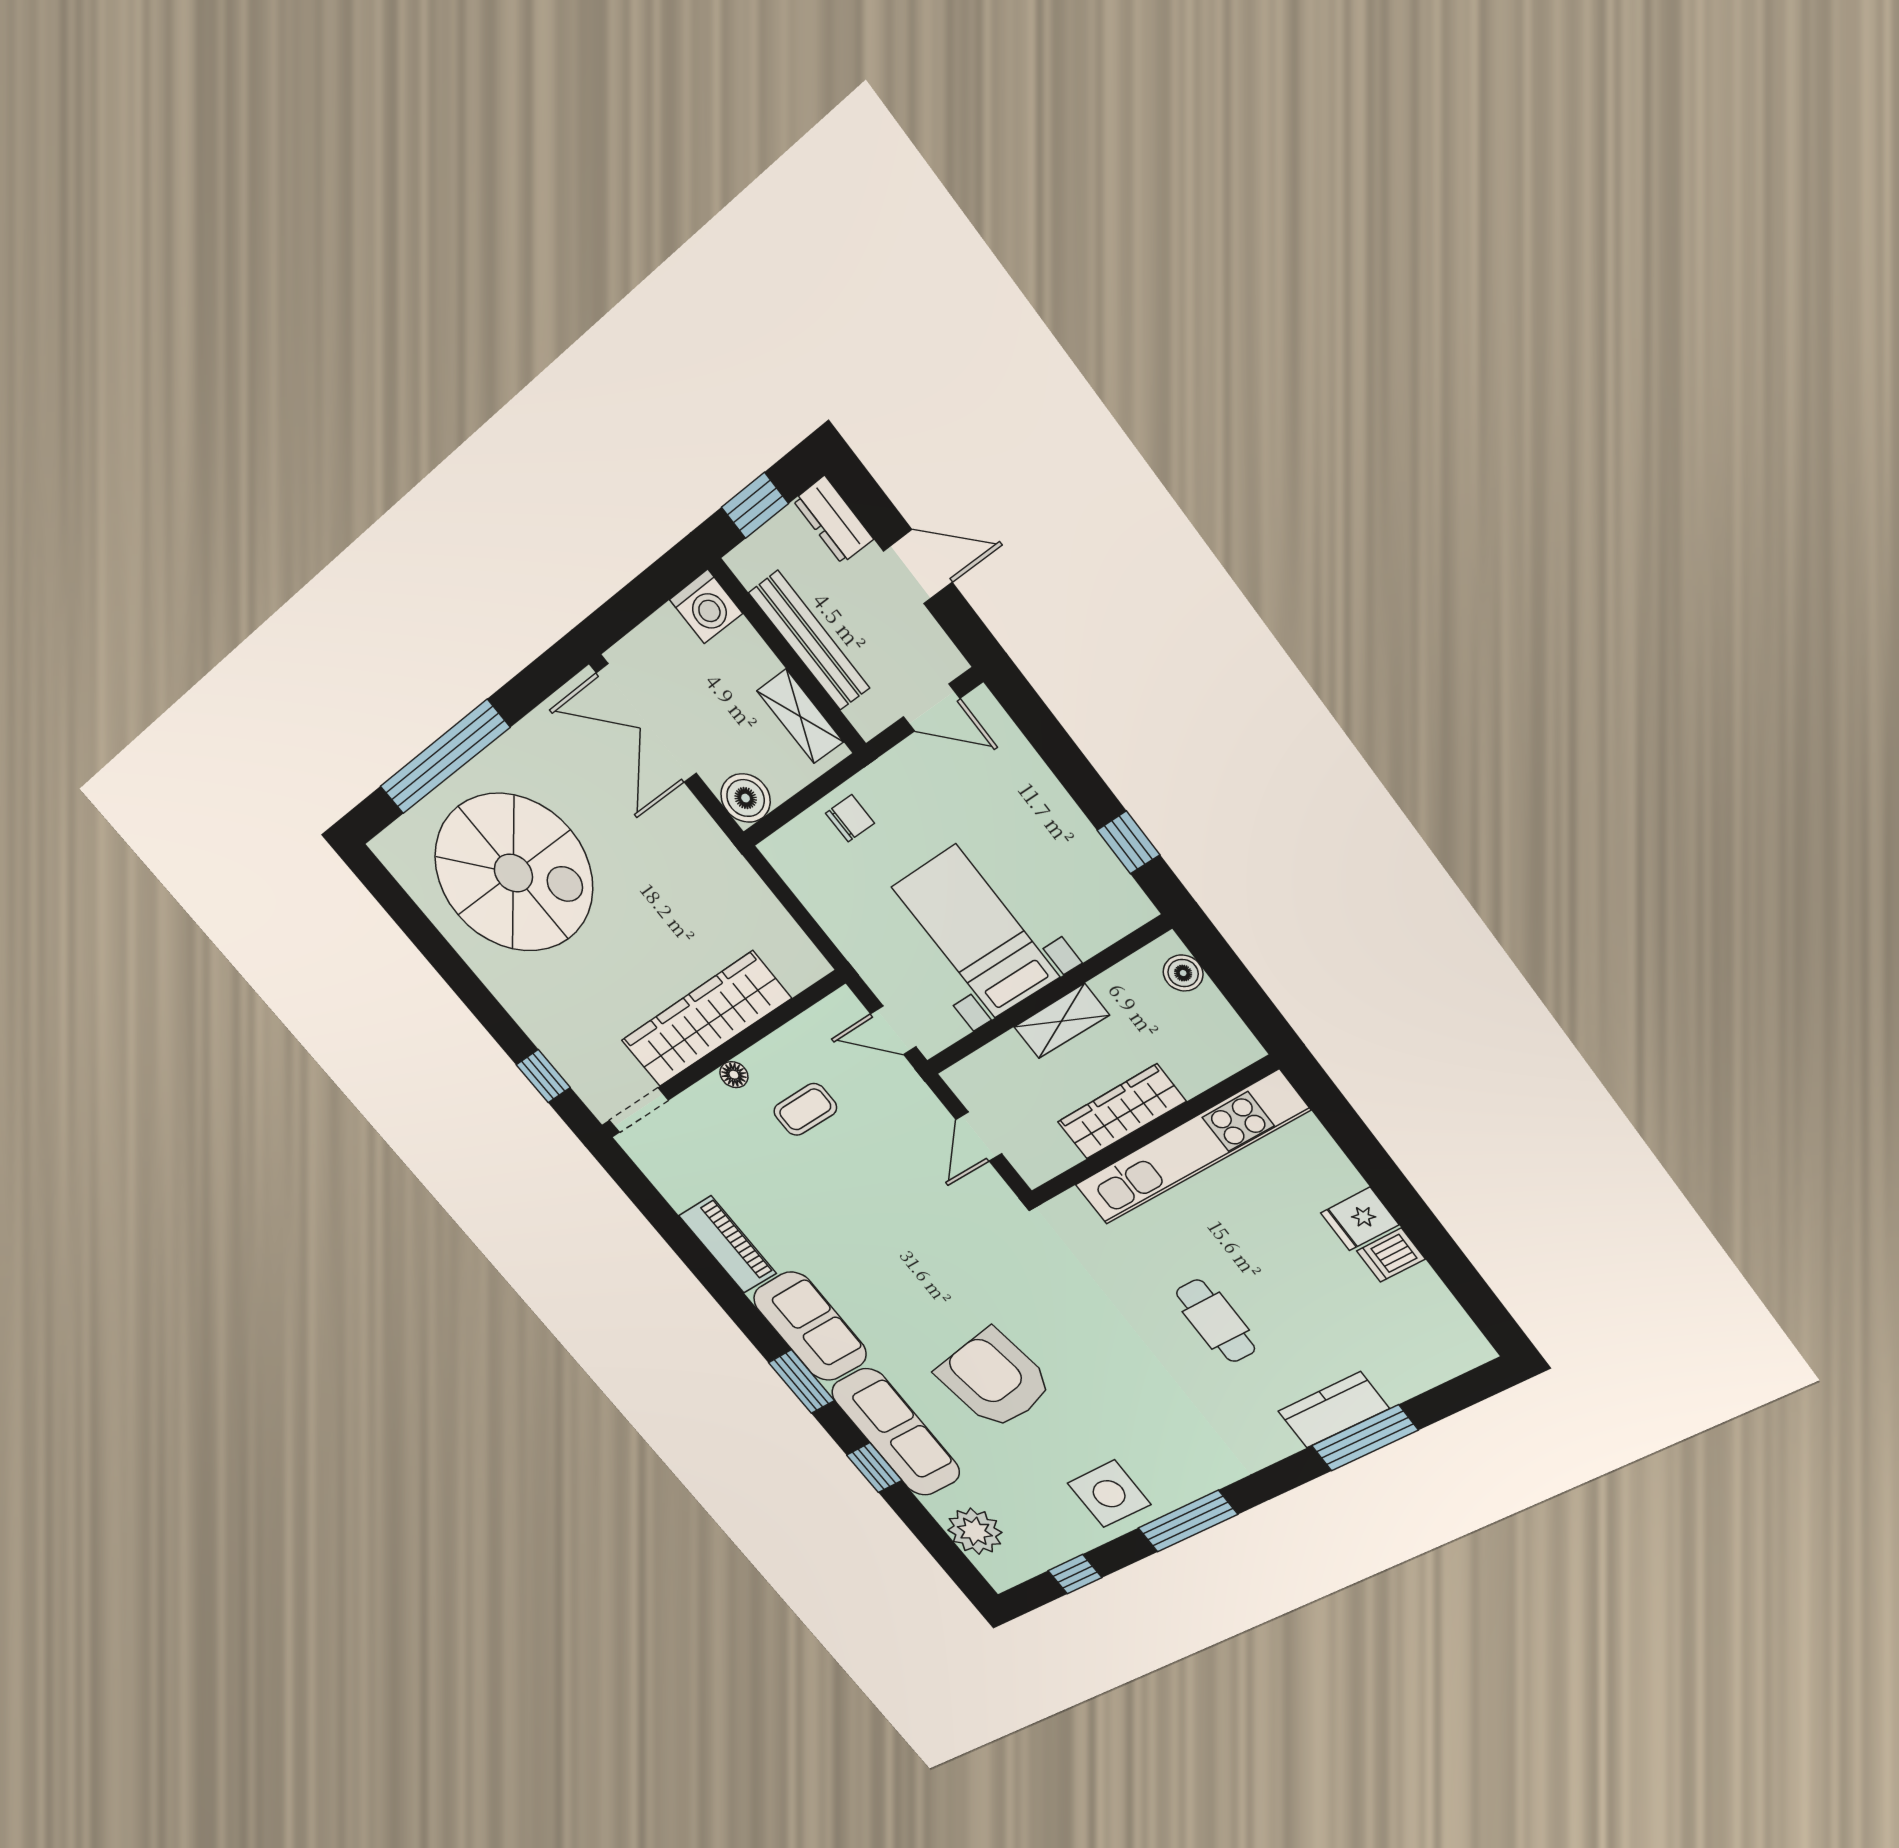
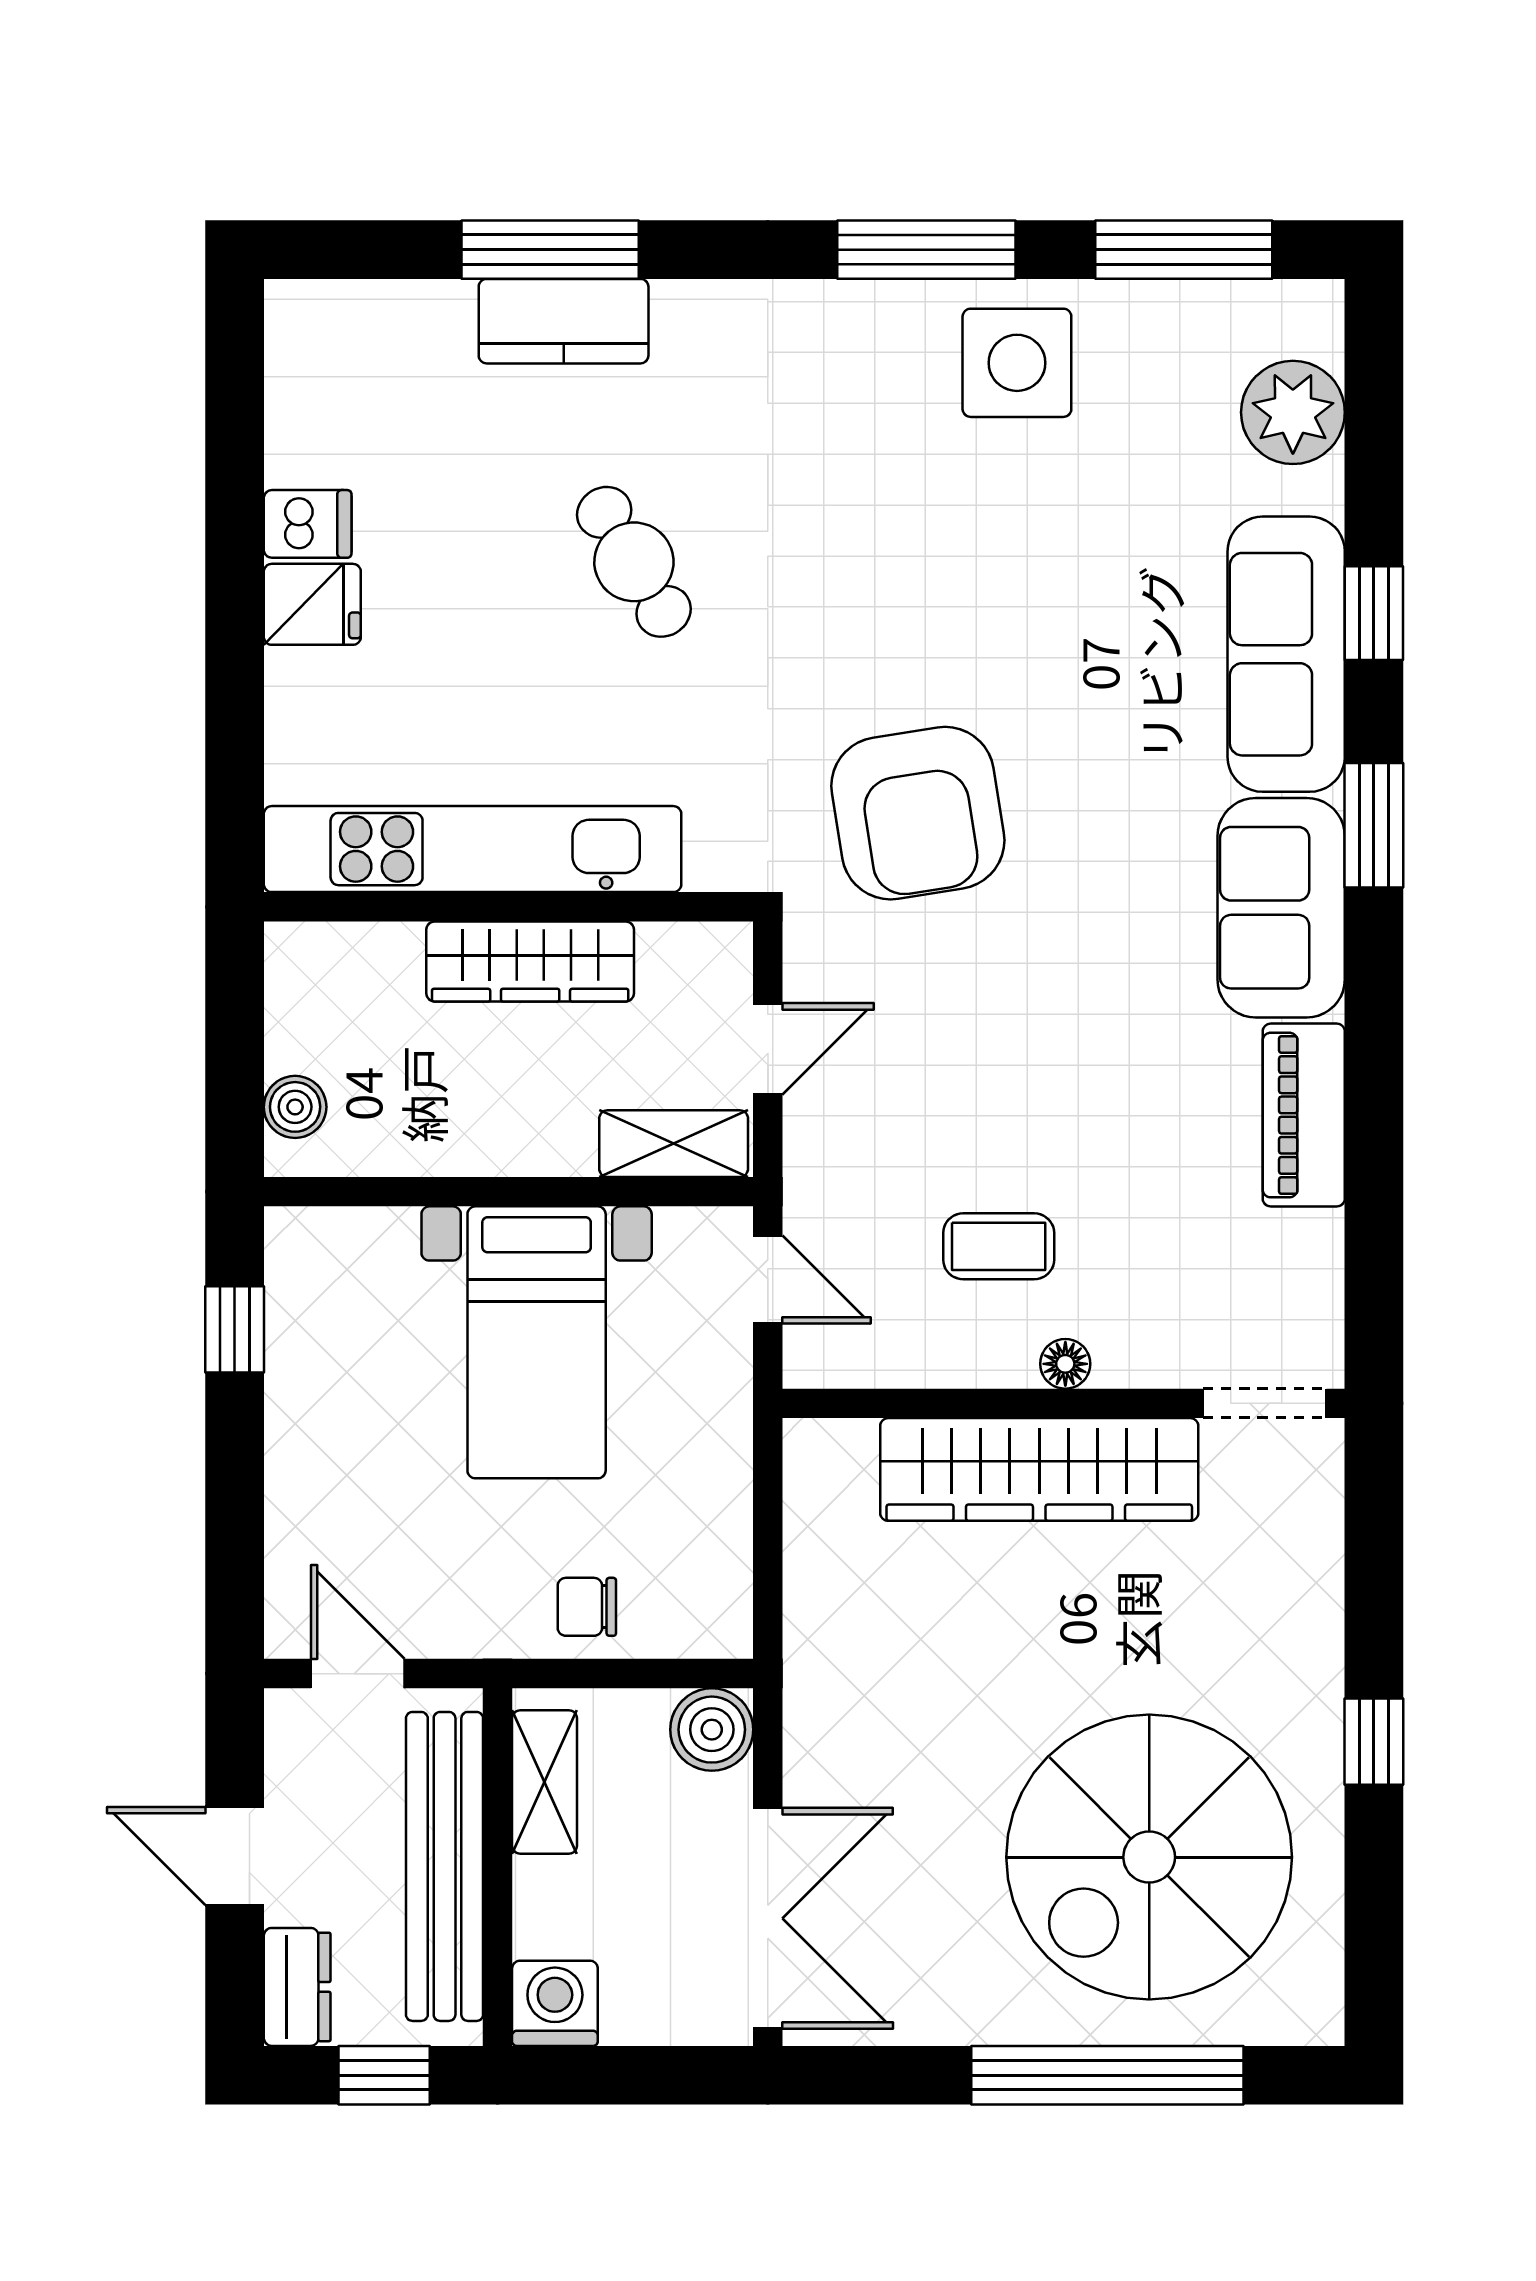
bench: (809, 641) -> (445, 1866), width x1.37, depth x1.21
spiral stairs: (513, 873) -> (1149, 1857), turned -90
shelving: (1062, 1021) -> (674, 1144), moved
window: (543, 1076) -> (1374, 1742), moved
cafe table: (1216, 1321) -> (634, 562), turned -31
armchair: (995, 1379) -> (918, 813), moved
window: (1075, 1574) -> (1184, 250), width x2.17

